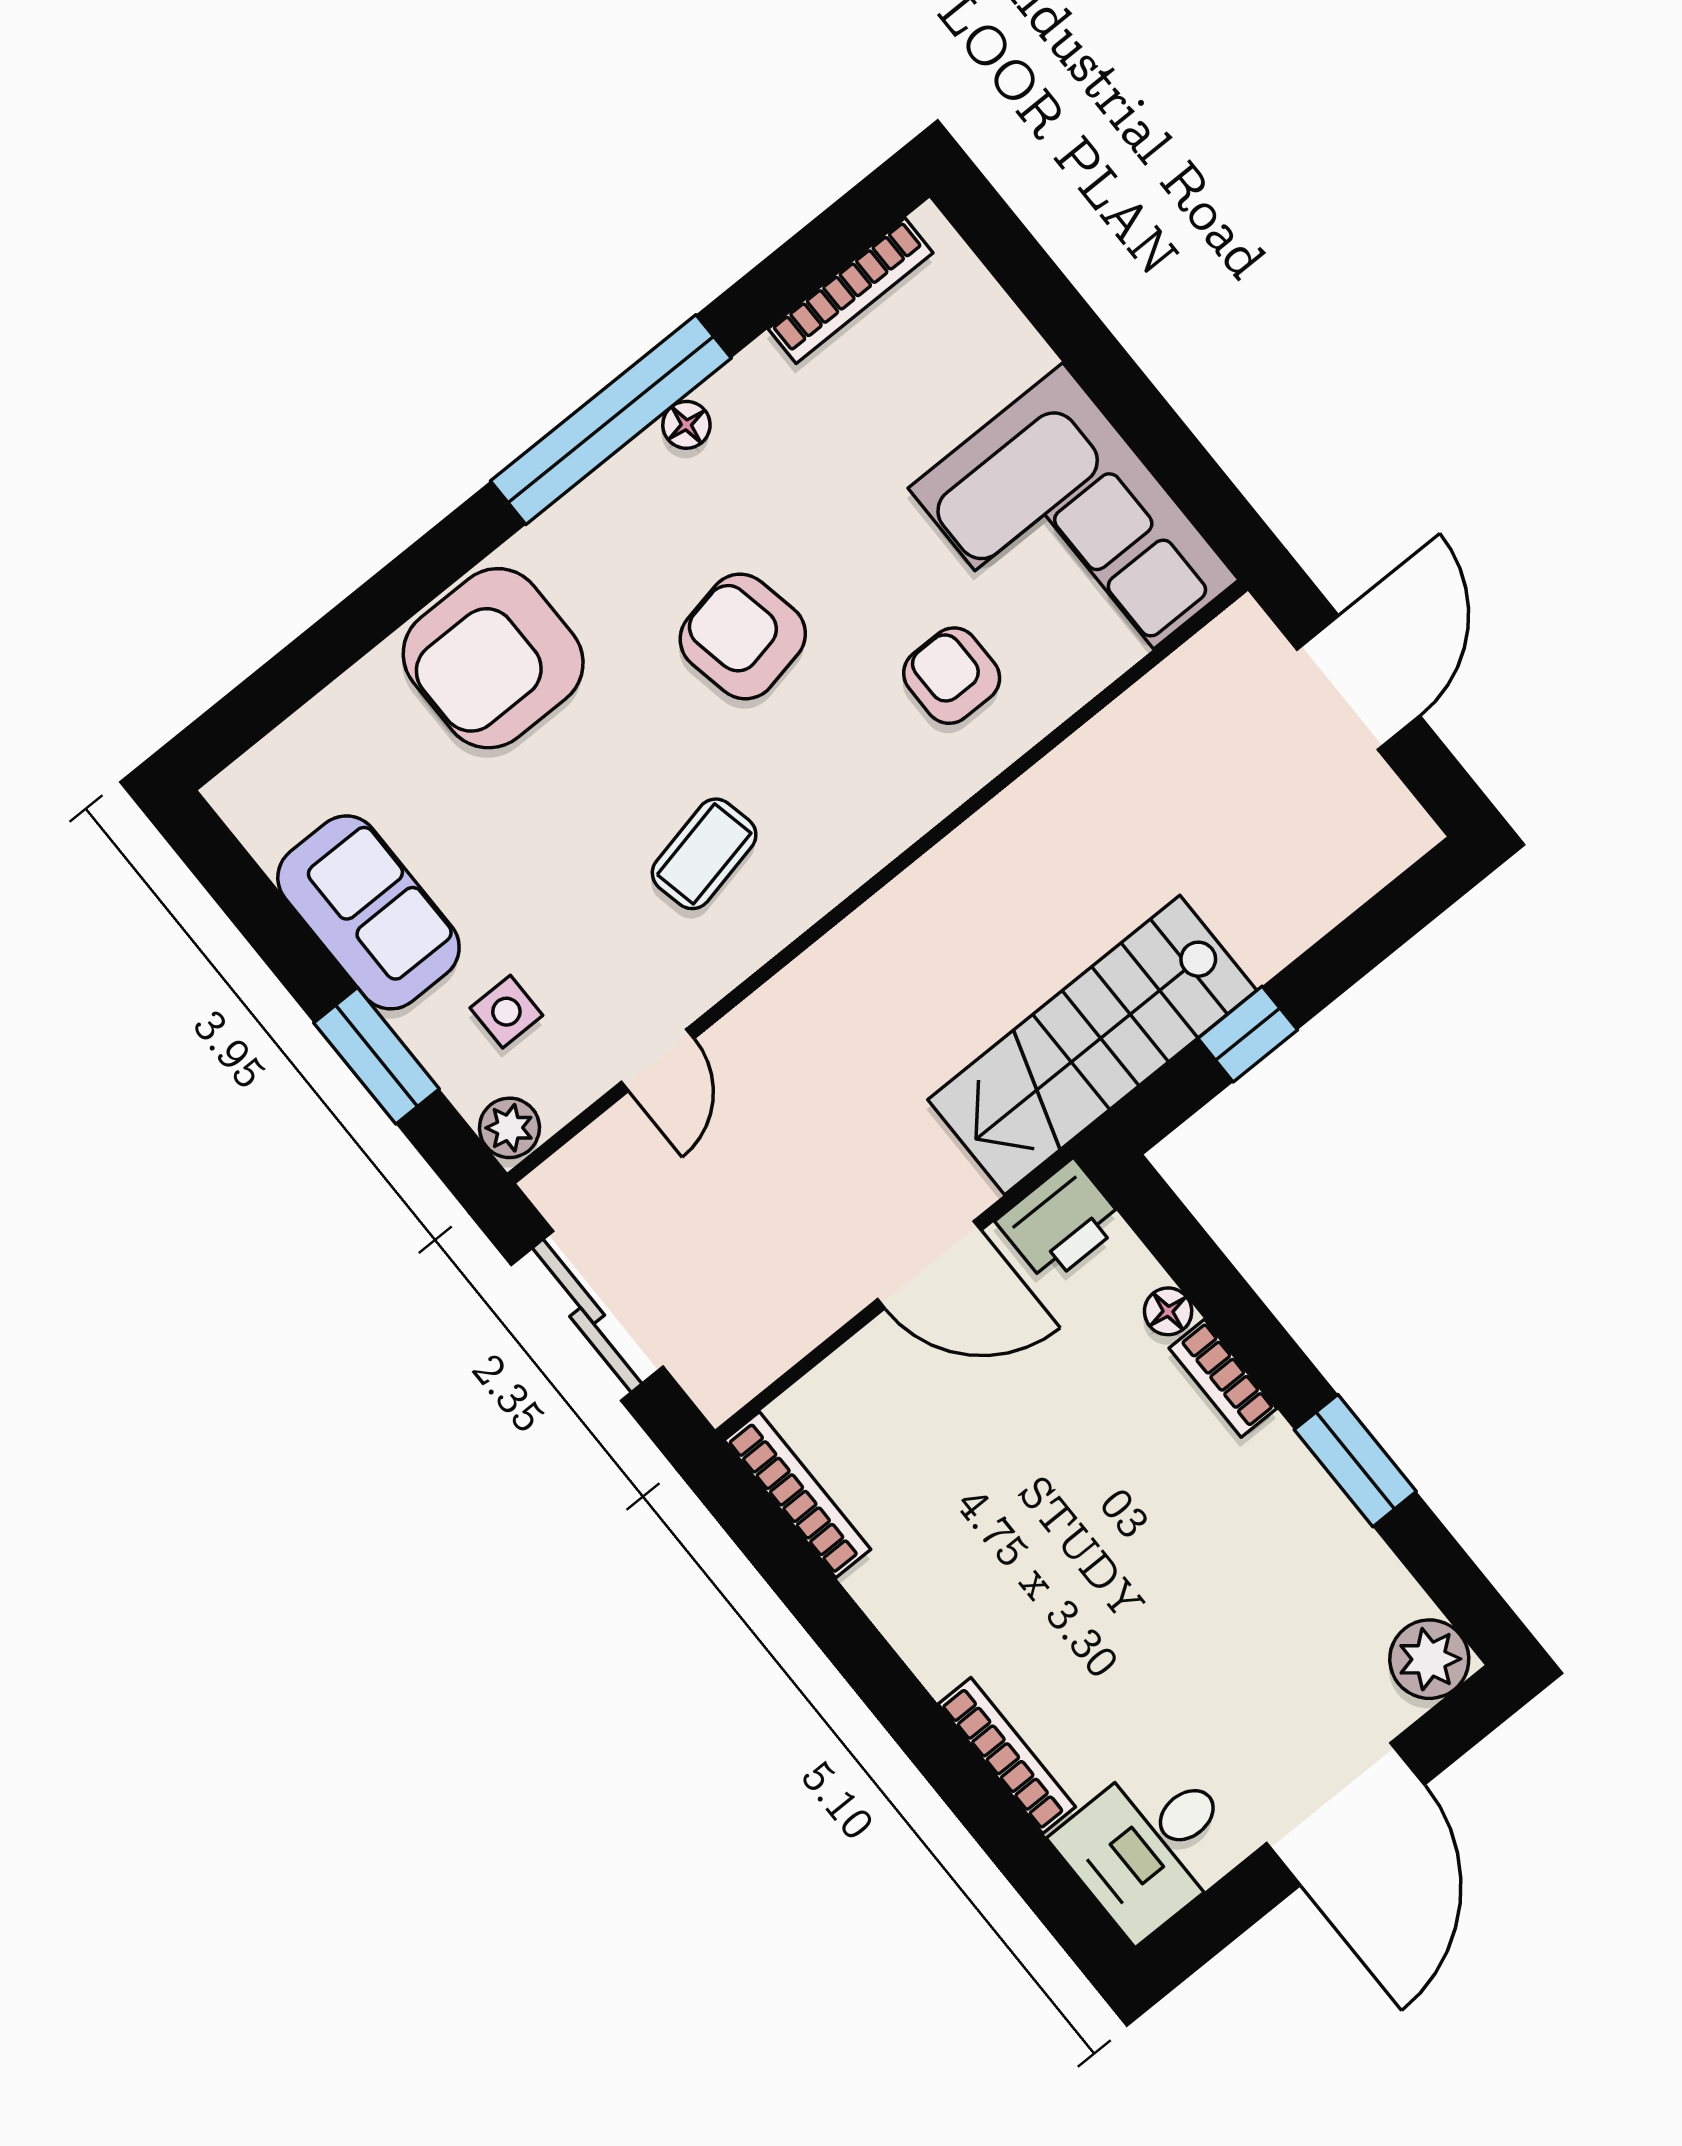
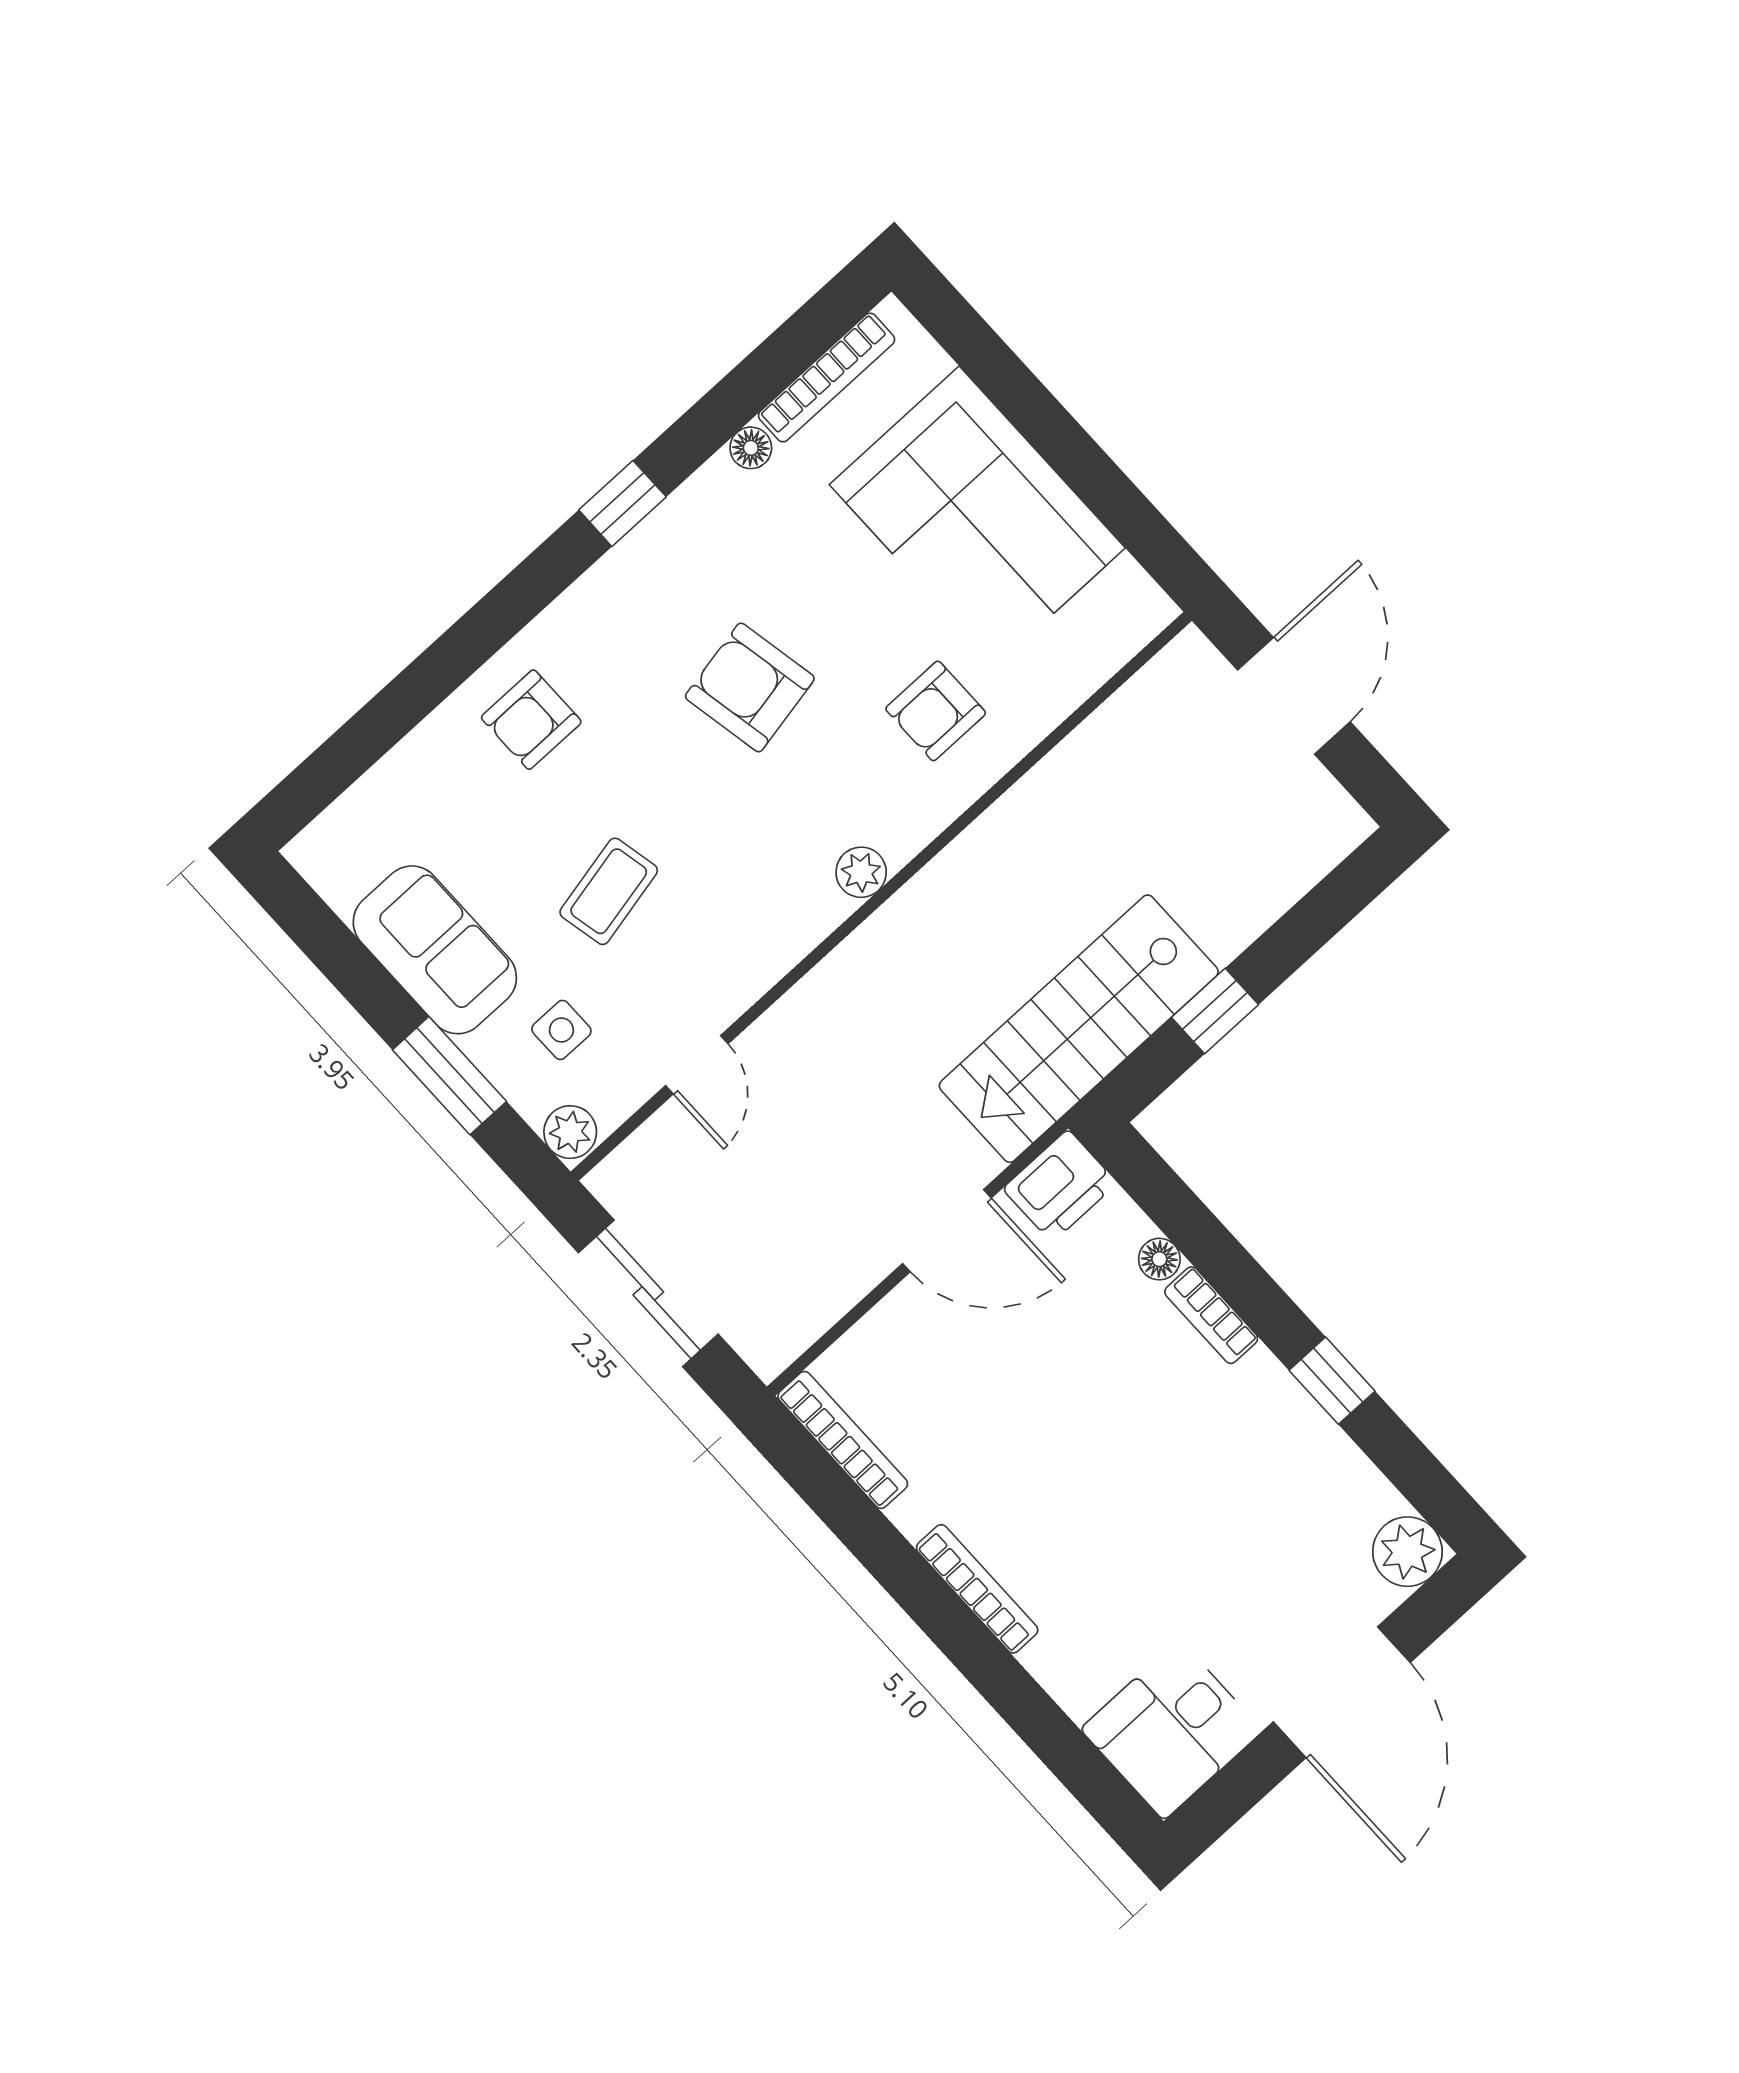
window: (611, 420) -> (622, 503), width x0.32
floor lamp: (686, 425) -> (751, 448), moved
corner sofa: (1073, 534) -> (977, 516), moved
armchair: (493, 658) -> (531, 720), width x0.53, depth x0.53
armchair: (952, 676) -> (936, 711), turned -90
plant: (856, 853) -> (861, 872), added
coffee table: (704, 854) -> (609, 891), moved
window: (1355, 1461) -> (1332, 1381), width x0.67
bookcase: (1007, 1756) -> (977, 1589), moved

